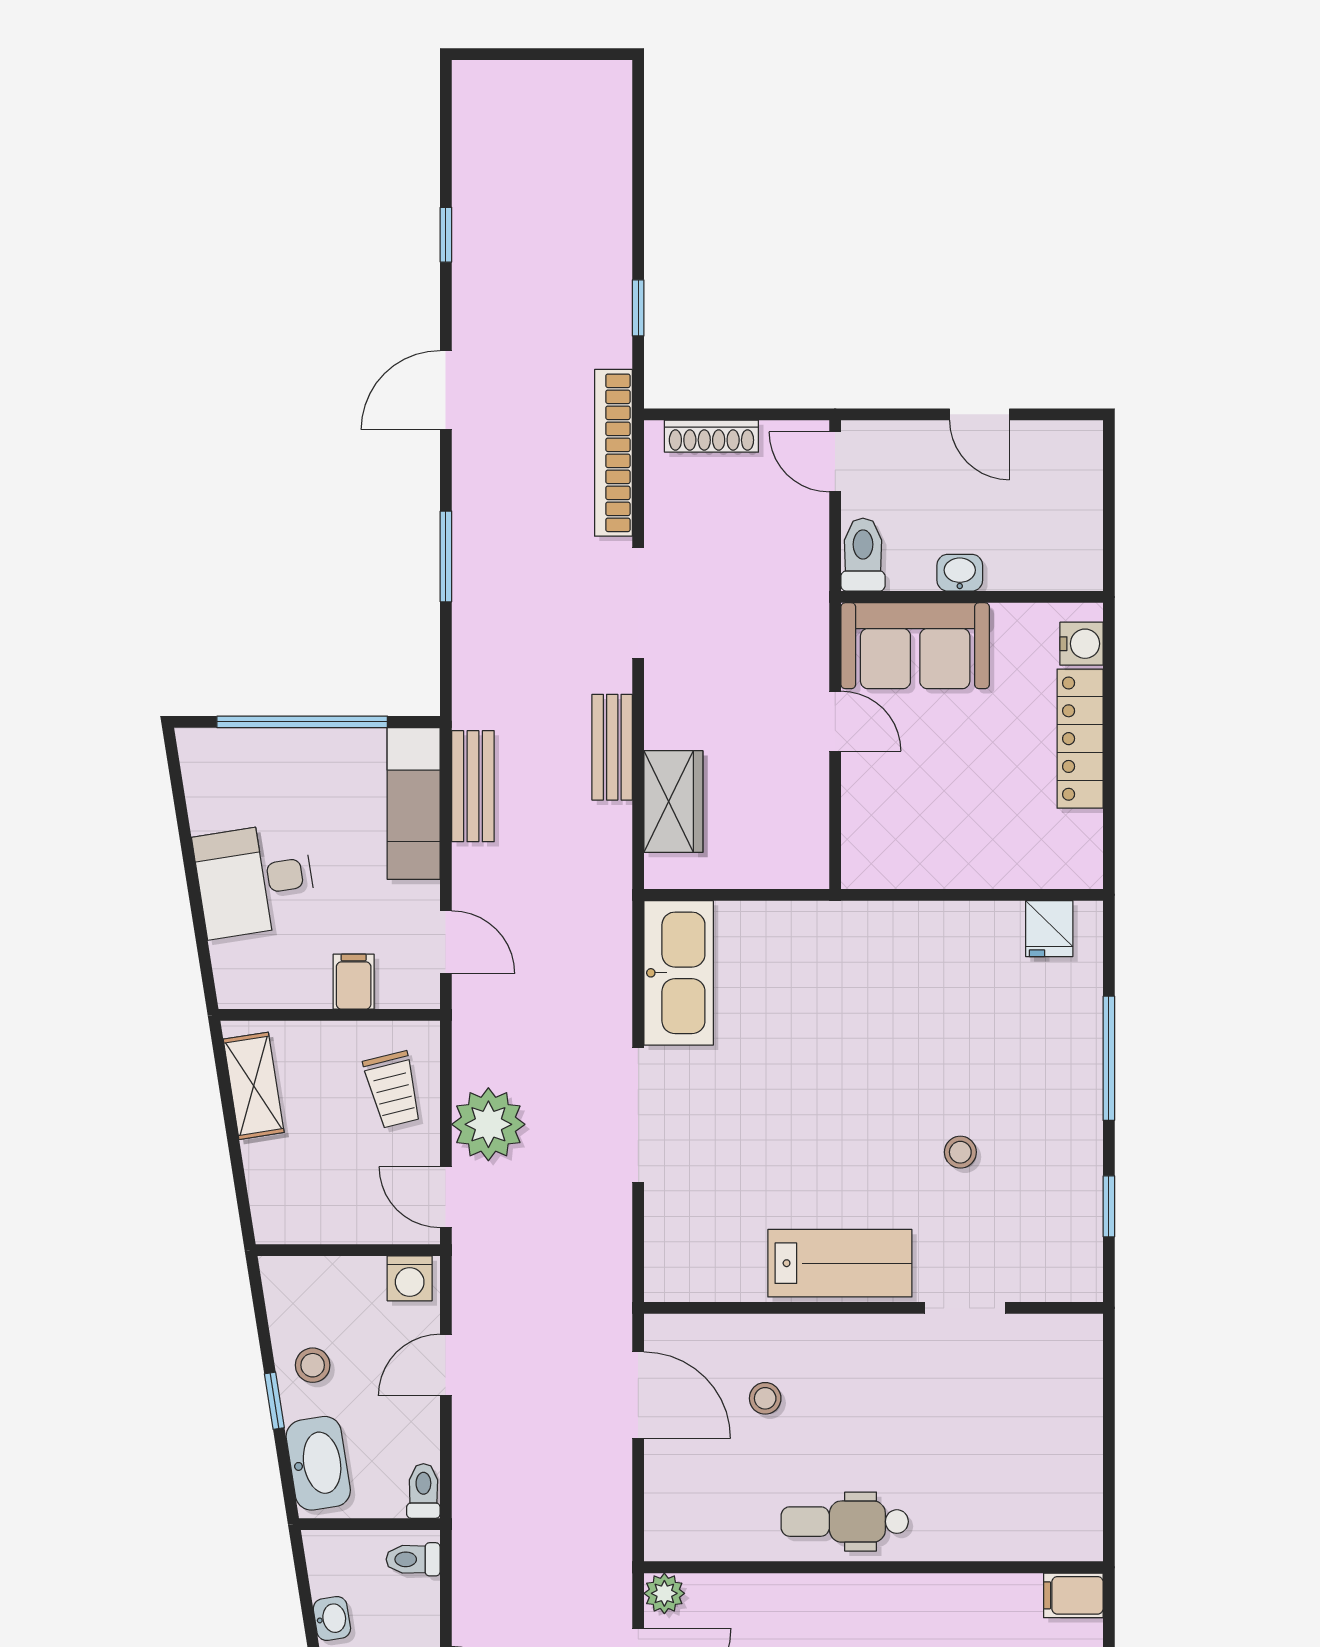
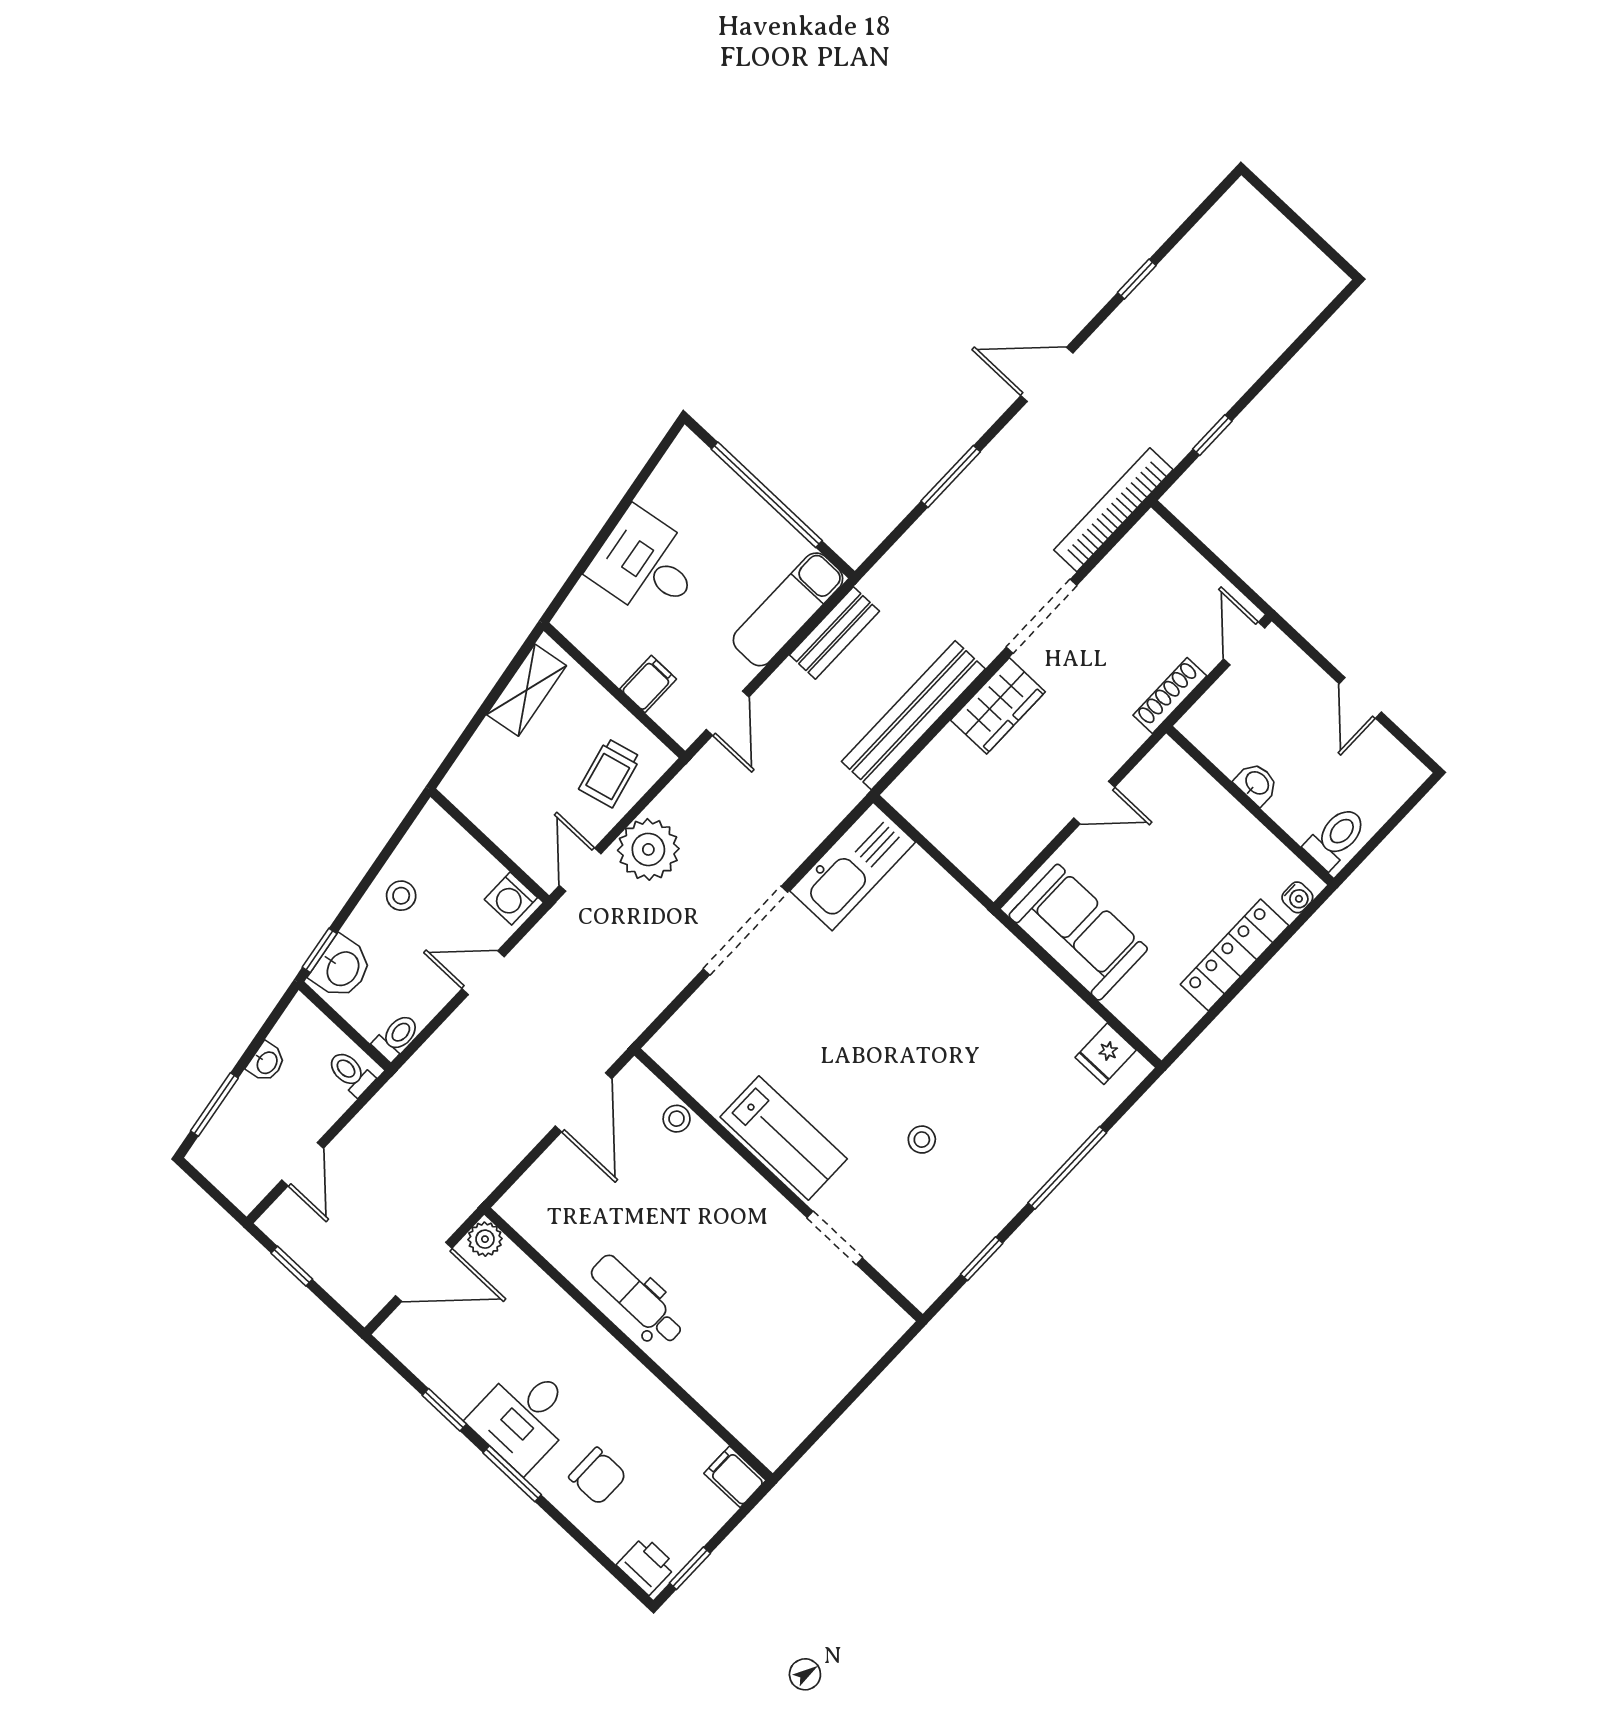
shoe rack: (711, 436) -> (1170, 696), moved, turned 90
toilet: (863, 555) -> (1336, 837), moved
water cooler: (1082, 644) -> (1297, 897), width x0.72, depth x0.72
sofa: (915, 646) -> (1078, 932), moved, turned 180
door: (835, 721) -> (1094, 803), hinge flipped
bench: (612, 747) -> (913, 715), width x1.86, depth x1.21
wardrobe: (673, 802) -> (998, 706), moved
stool: (765, 1398) -> (677, 1119), moved
window: (274, 1401) -> (320, 950), moved
washbasin: (318, 1463) -> (342, 968), width x0.72

